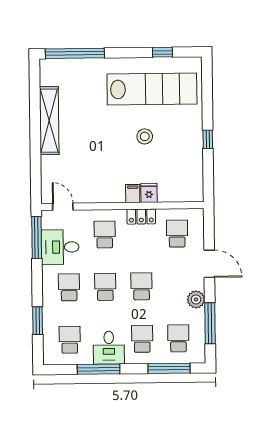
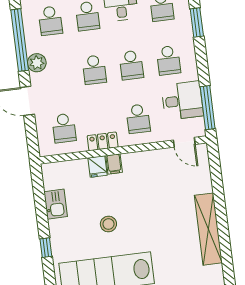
window: (208, 139) -> (46, 248), moved
kitchen sink: (193, 161) -> (56, 204), added
window: (210, 323) -> (20, 40), width x1.46

